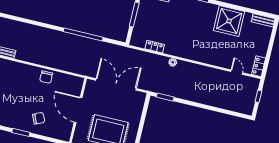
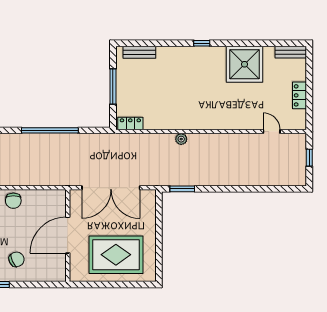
locker: (155, 47) -> (130, 124), moved
locker: (259, 66) -> (300, 95), moved
double door: (116, 84) -> (111, 188), swing flipped
door: (78, 110) -> (68, 235), hinge flipped

